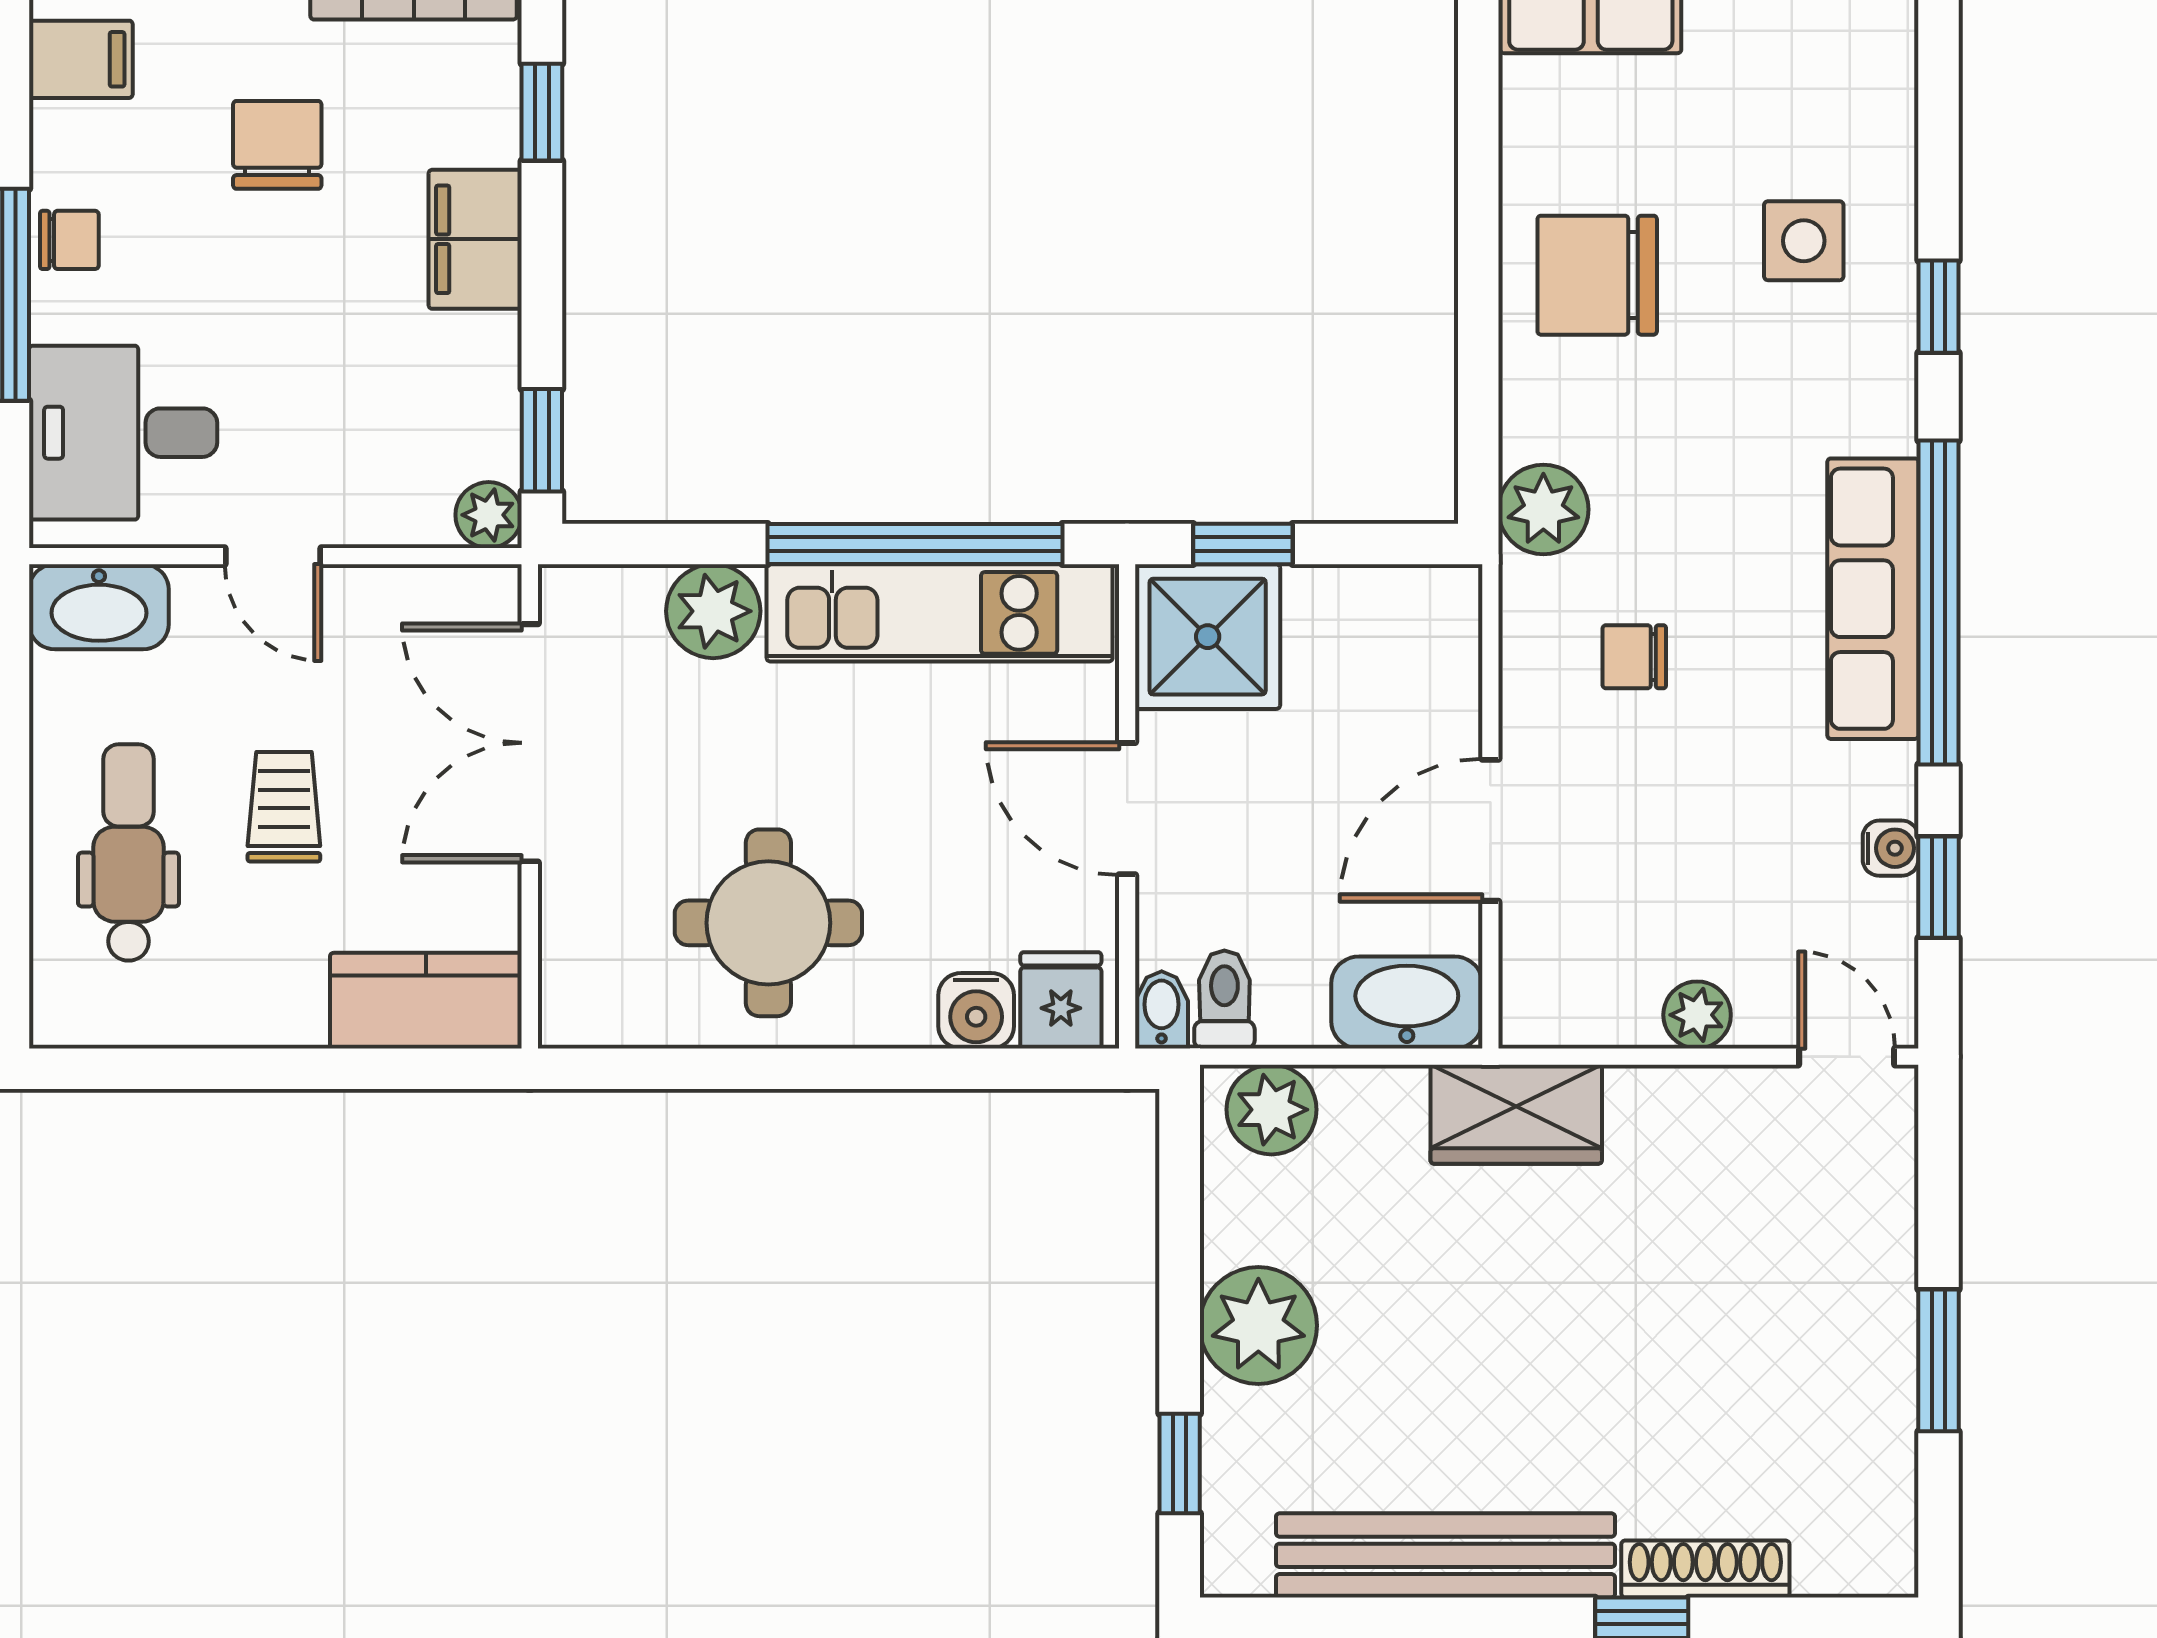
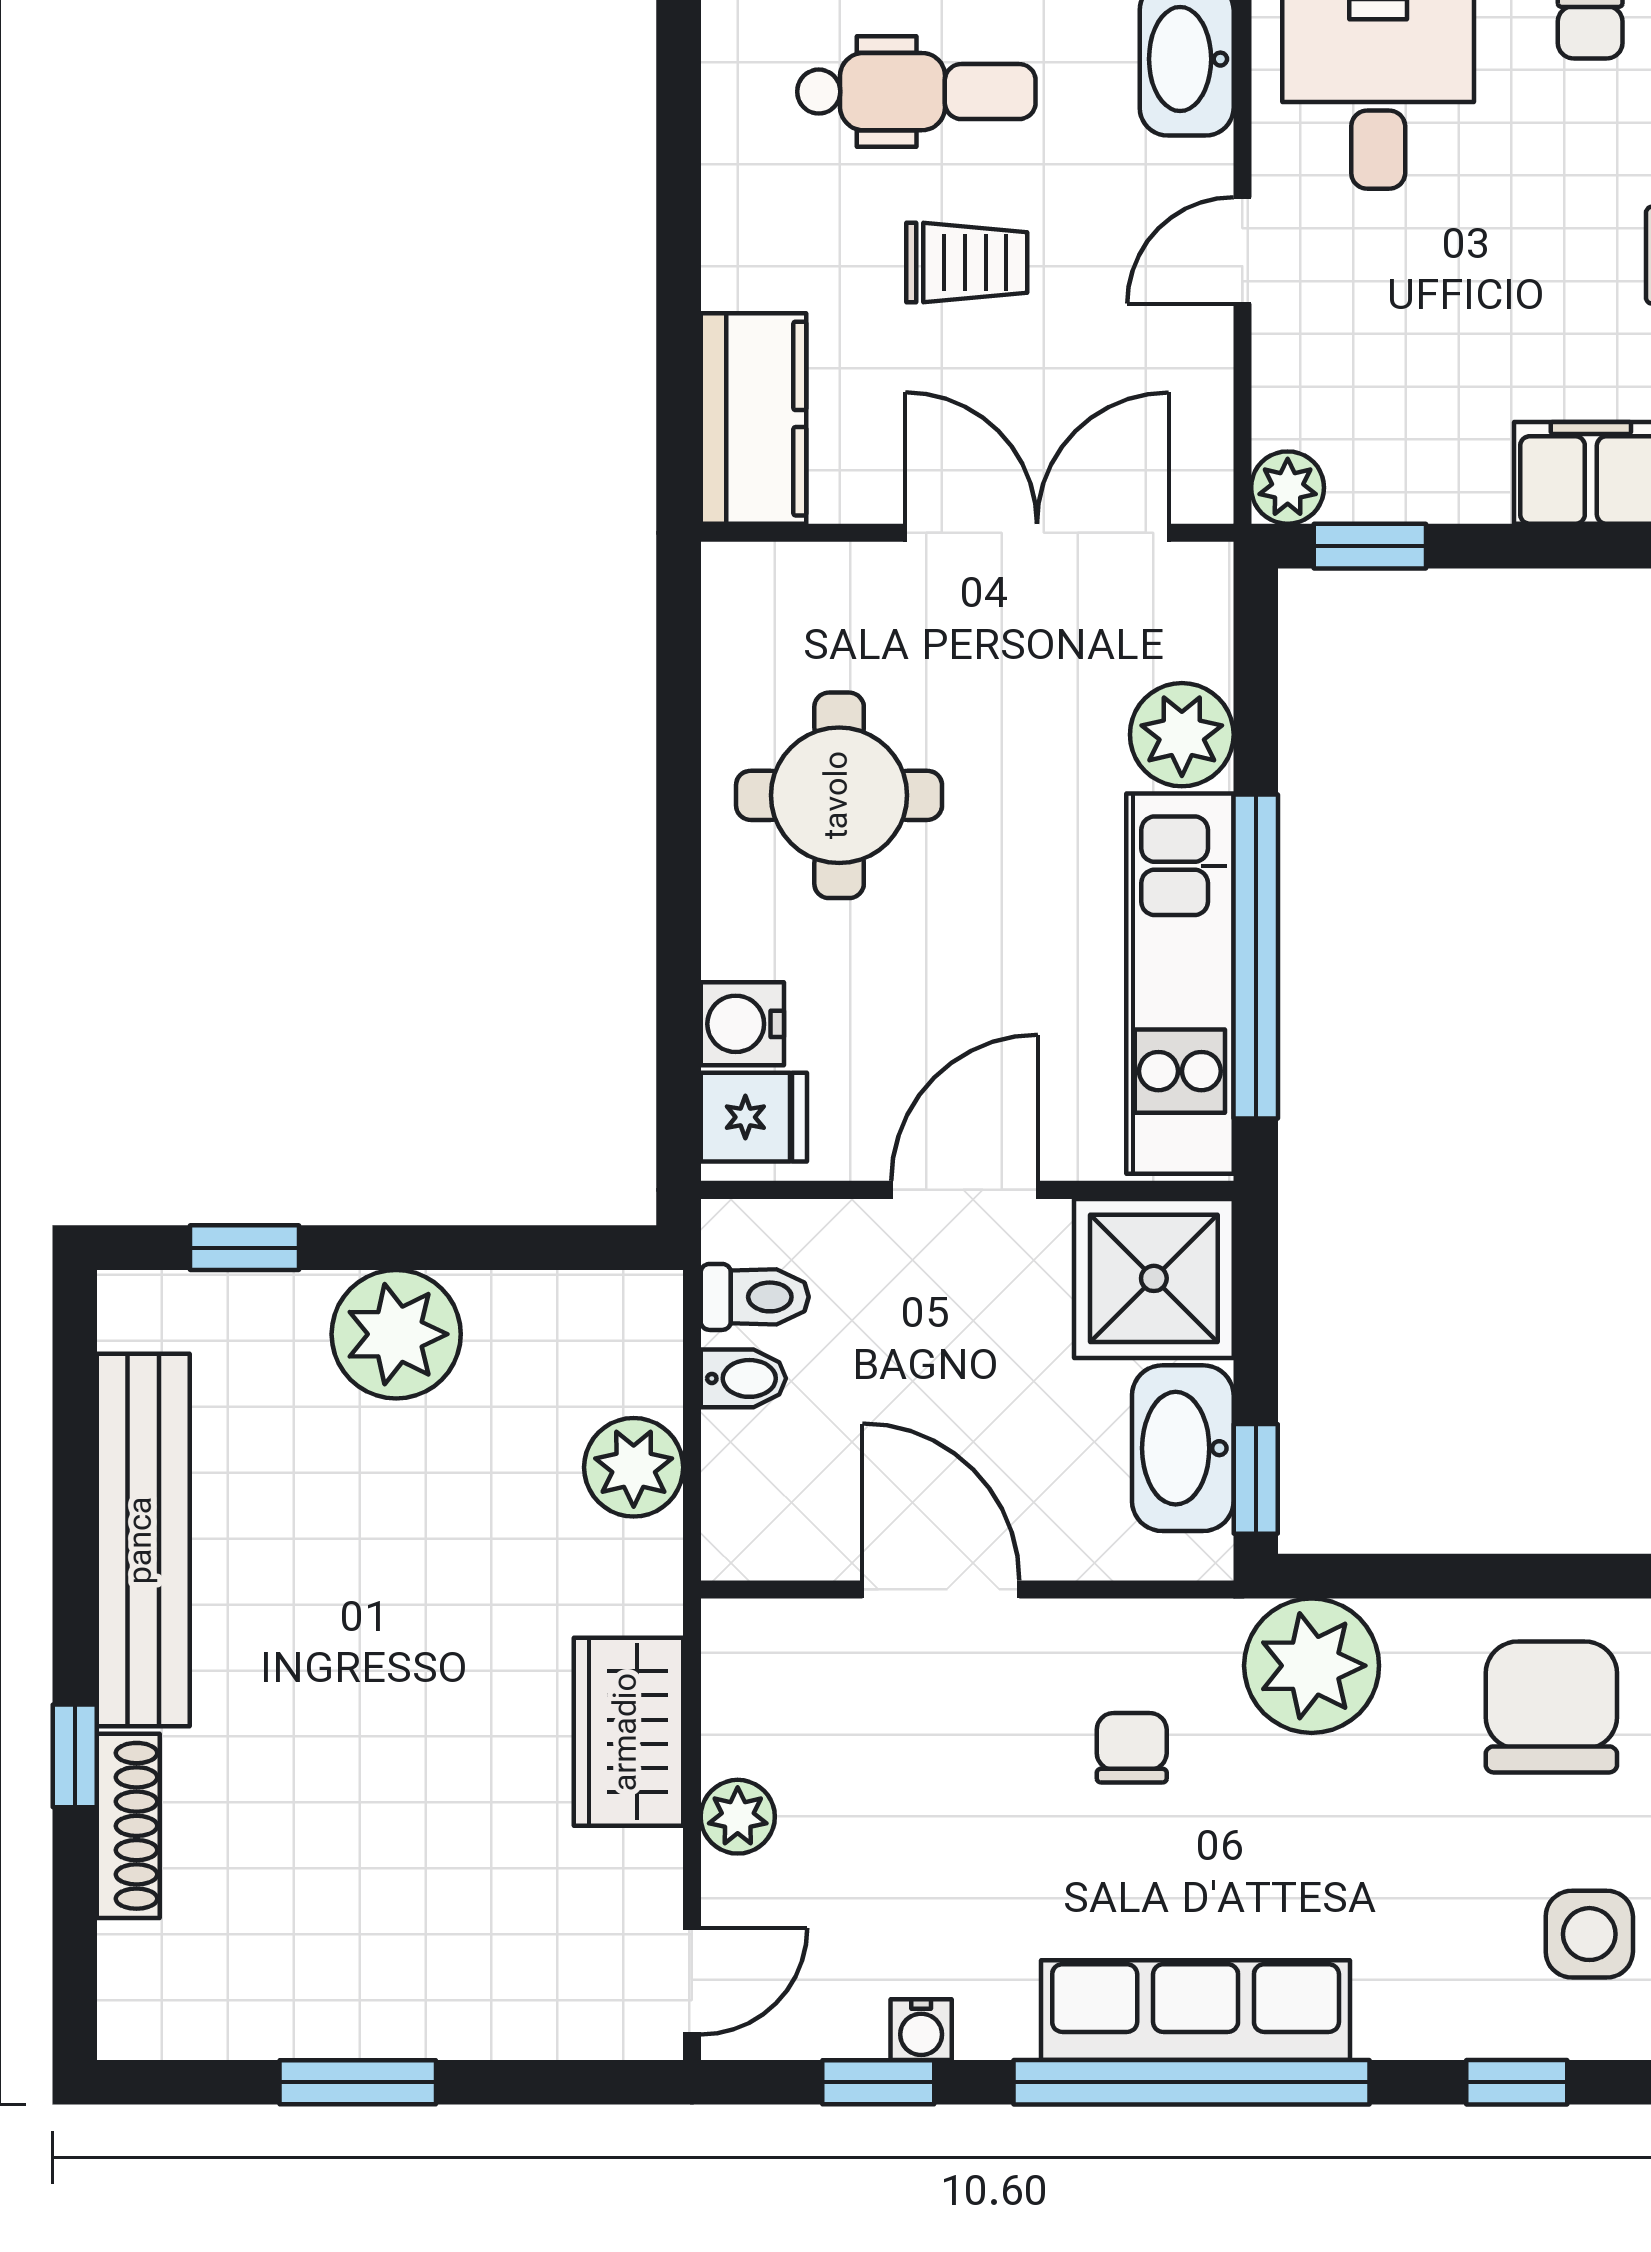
plant: (1543, 509) -> (1312, 1666), width x1.36, depth x1.36
window: (1243, 544) -> (1256, 1479), moved
washbasin: (1407, 1002) -> (1183, 1448), moved, turned 180
bidet: (1162, 1010) -> (743, 1378), moved
plant: (1271, 1110) -> (634, 1467), moved
wardrobe: (1516, 1114) -> (628, 1732), moved

